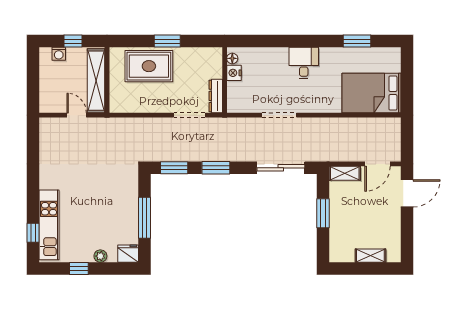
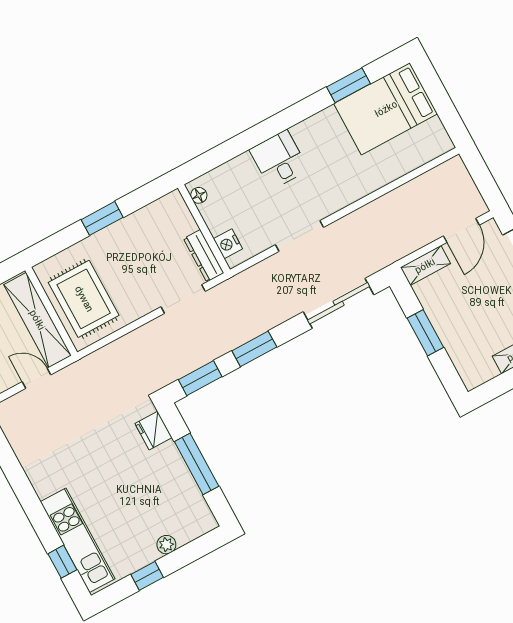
desk: (304, 63) -> (279, 160), moved
rug: (149, 66) -> (84, 299), moved, turned 90
nightstand: (234, 73) -> (228, 244), moved
bed: (372, 93) -> (386, 109), moved
fridge: (128, 254) -> (153, 431), moved, turned -90

